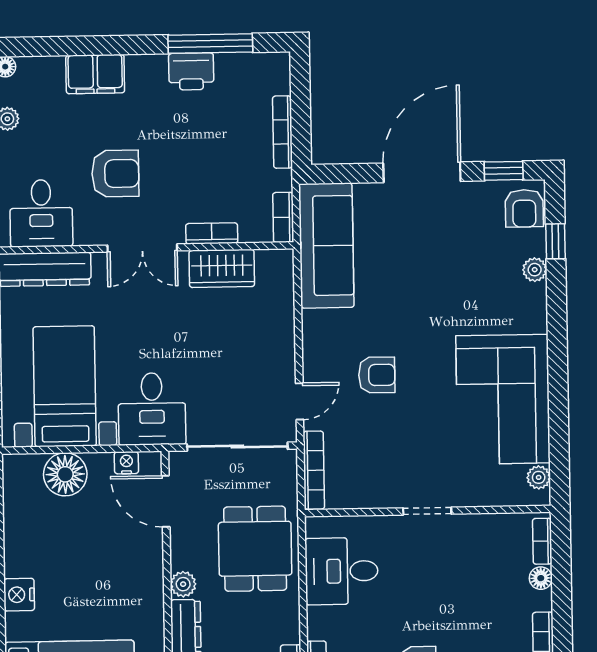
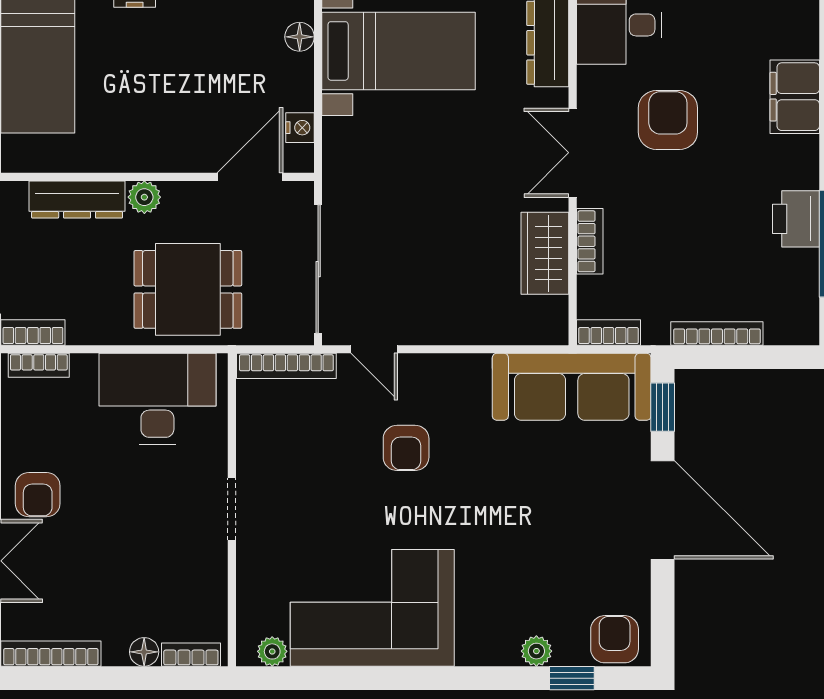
window: (504, 171) -> (663, 407), moved
armchair: (115, 174) -> (668, 120), turned 180
armchair: (524, 208) -> (615, 639), turned 90
desk: (152, 409) -> (368, 161), removed
floor lamp: (65, 474) -> (300, 37), width x0.53, depth x0.53
desk: (342, 571) -> (157, 399), width x1.37

